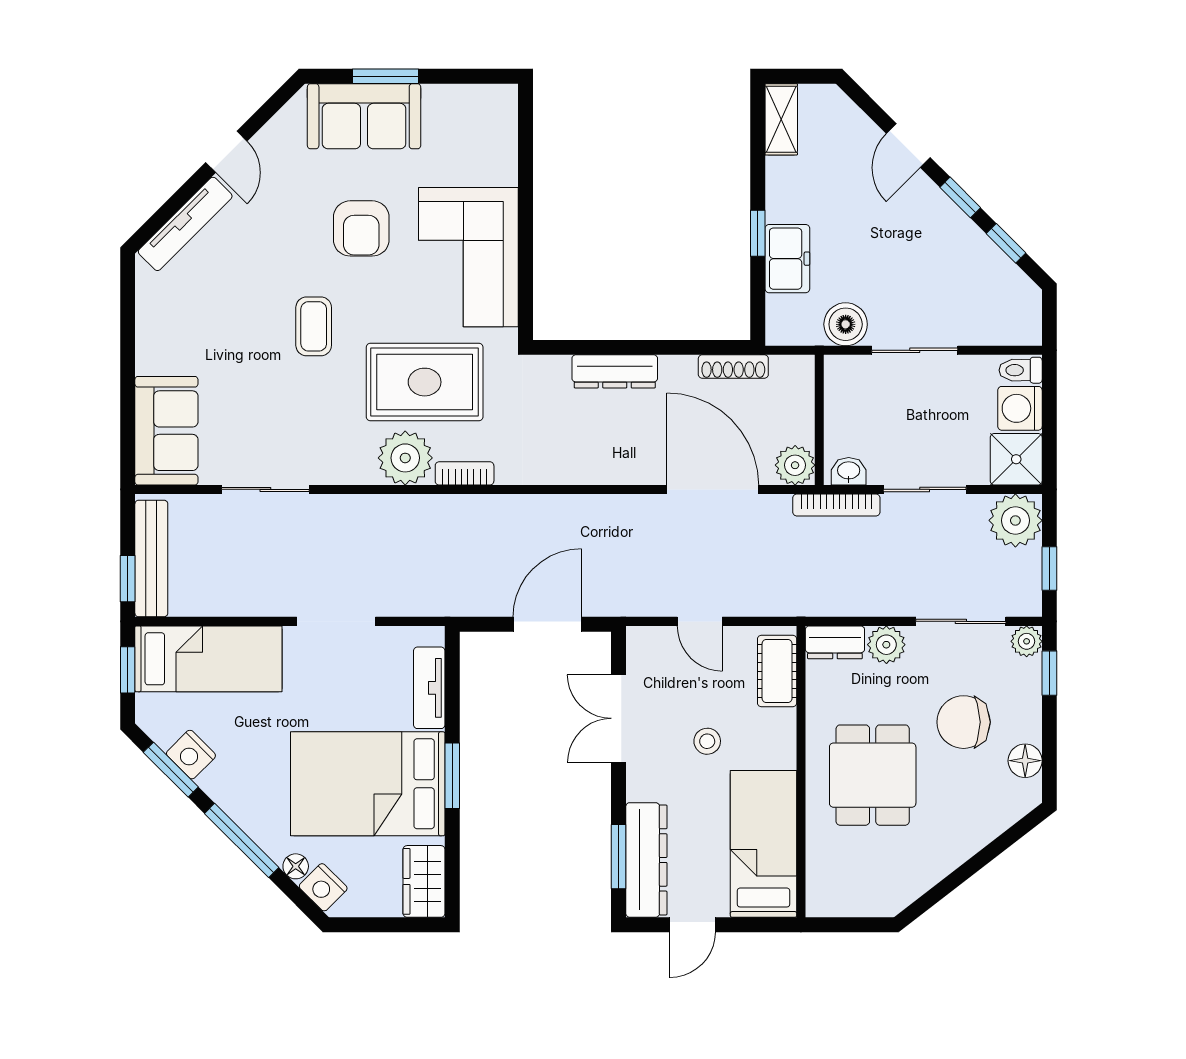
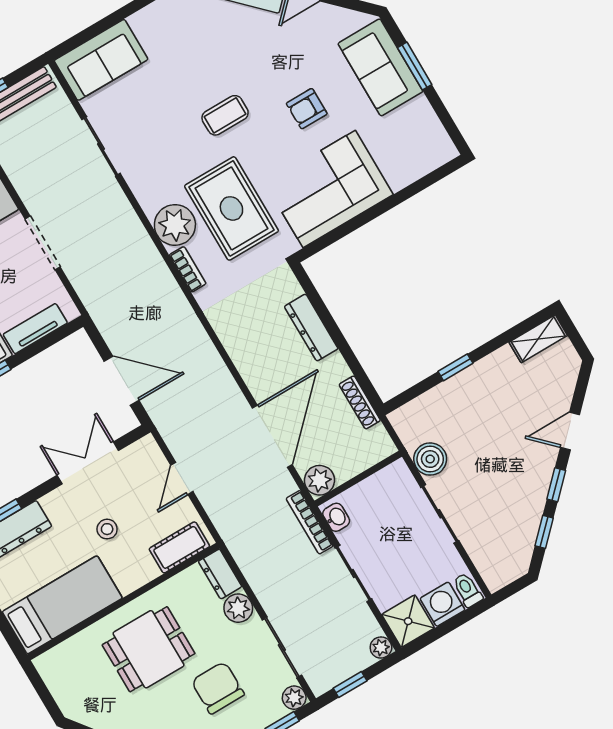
armchair: (361, 228) -> (307, 109), width x0.72, depth x0.72
freezer: (787, 259) -> (450, 396), removed
plant: (1015, 520) -> (381, 647), width x0.53, depth x0.53

